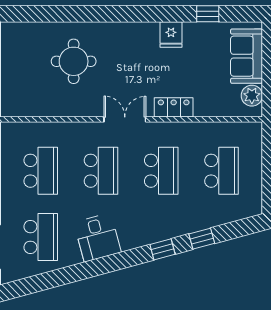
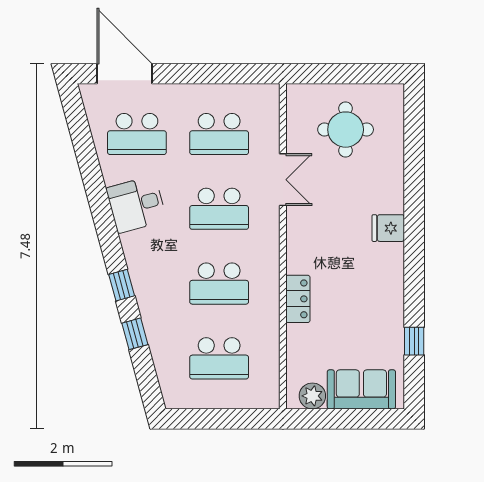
fridge: (171, 34) -> (388, 228), moved
round table: (74, 61) -> (346, 130), moved
double door: (125, 119) -> (283, 180), moved

